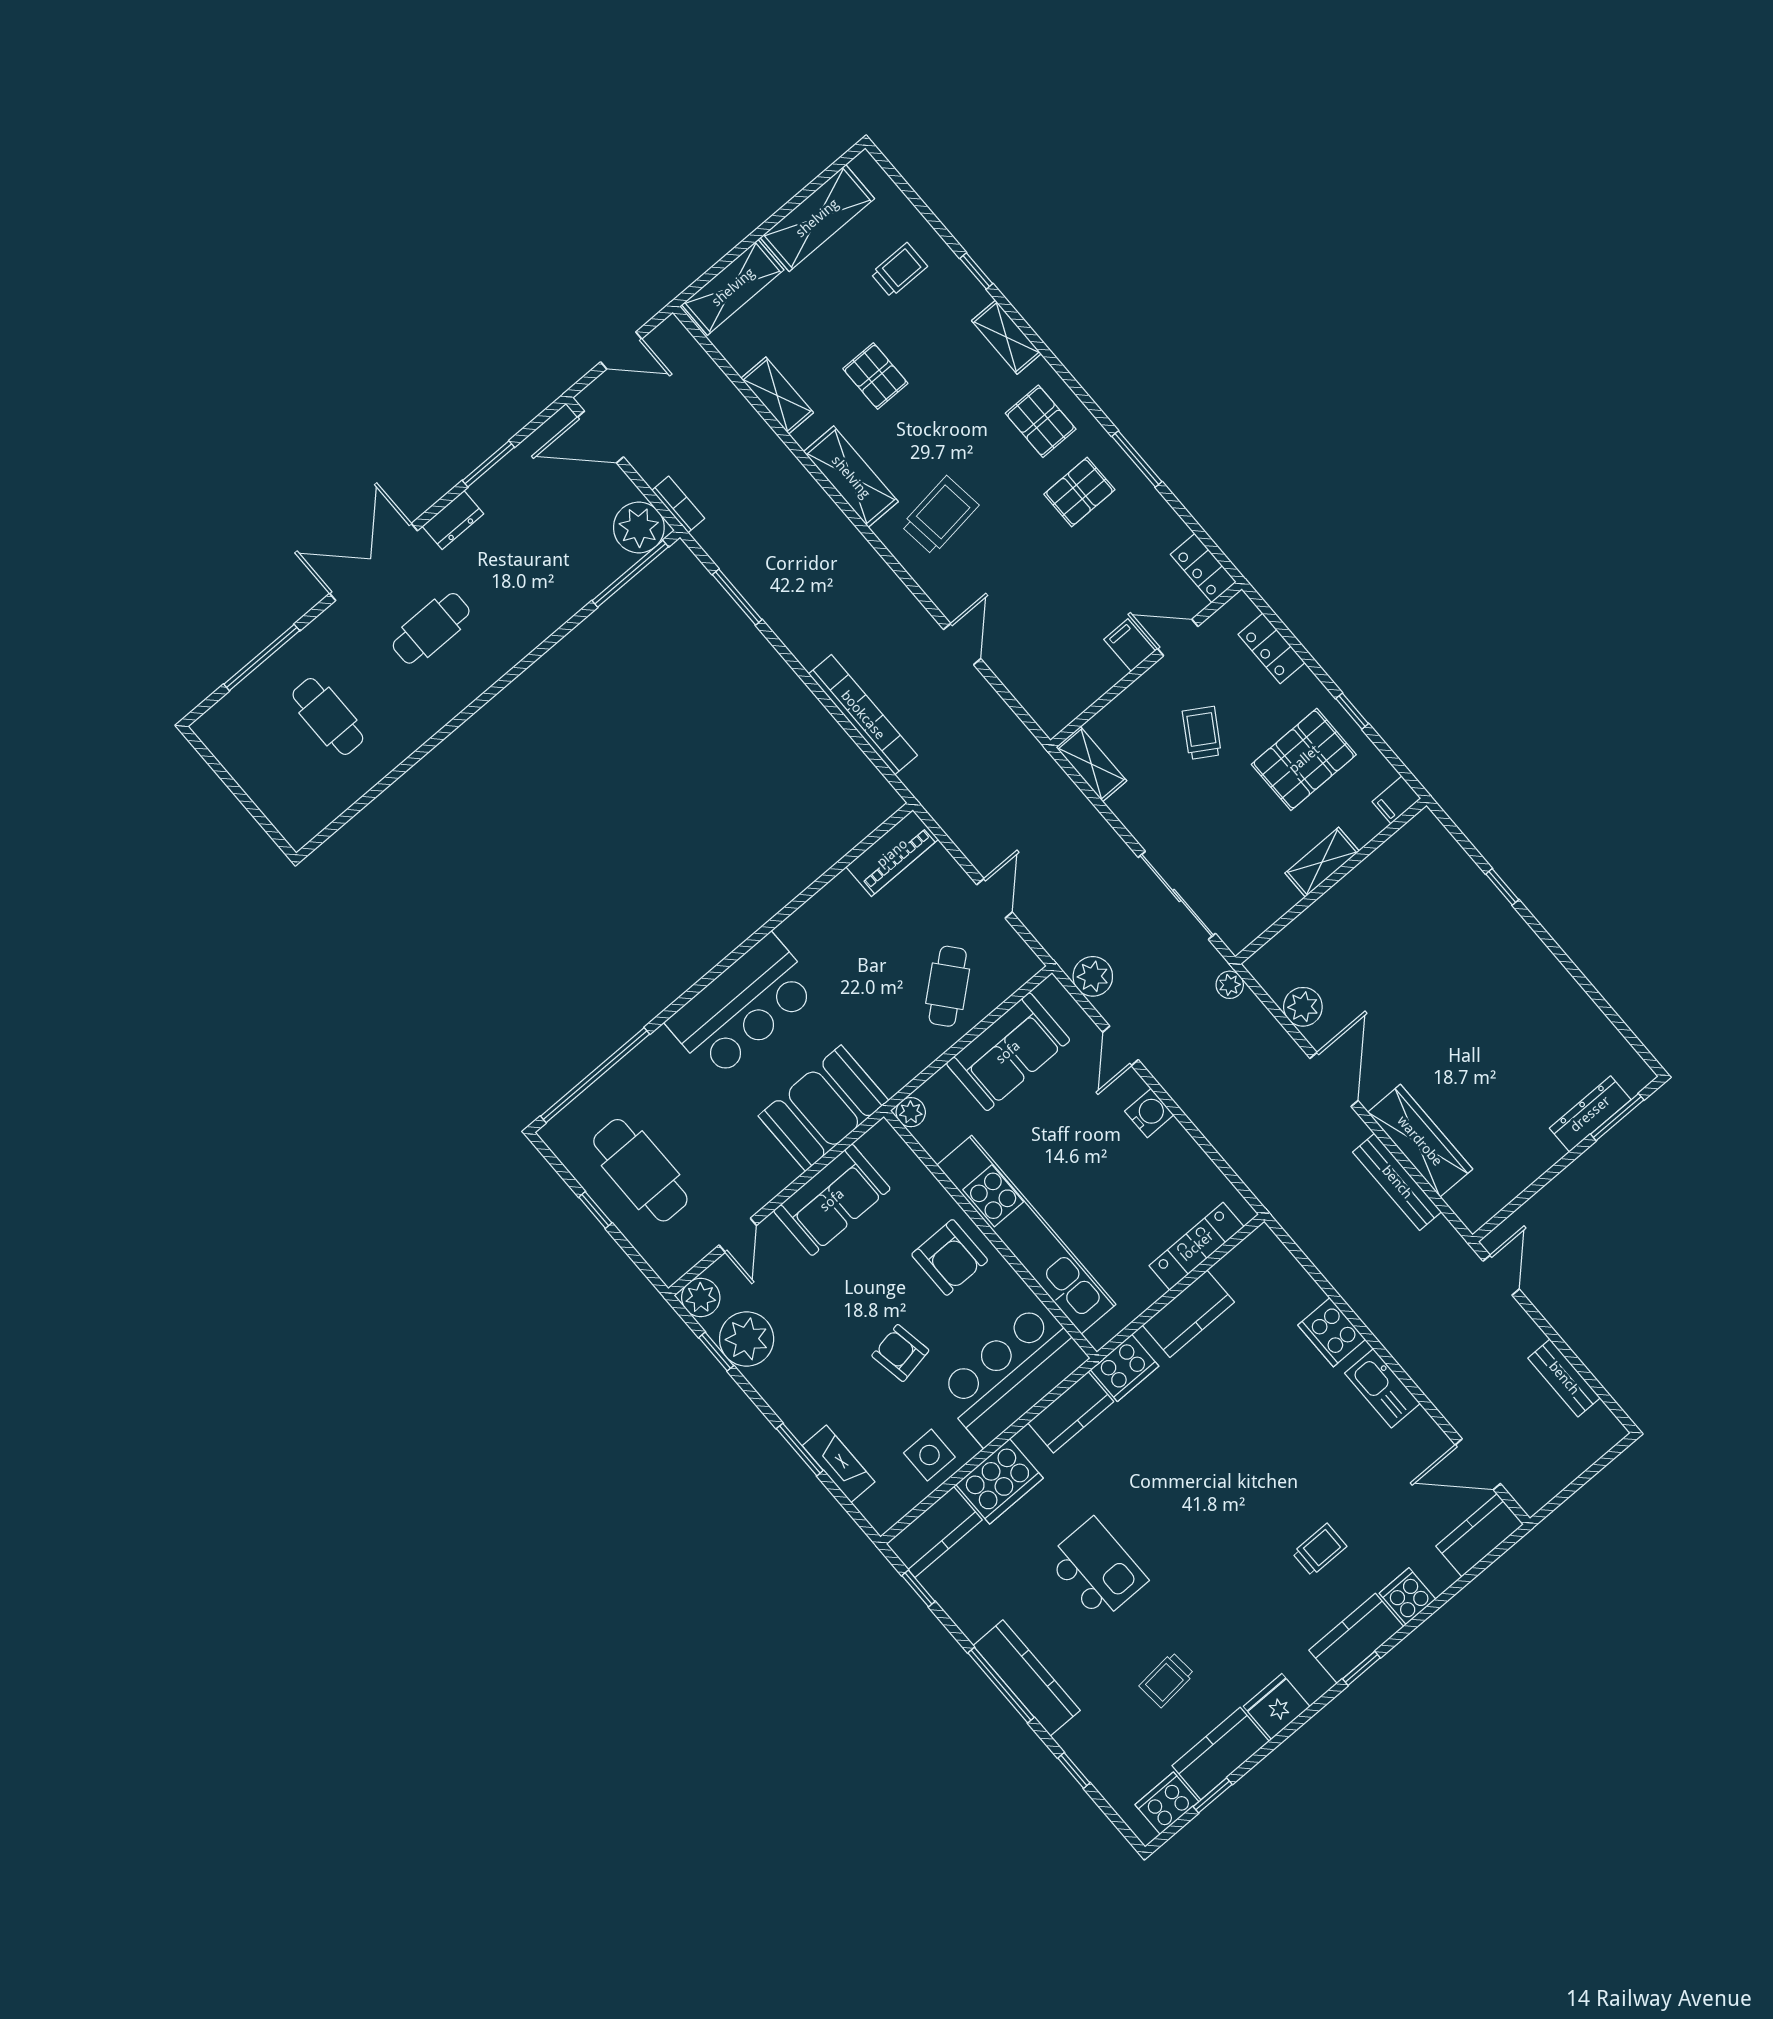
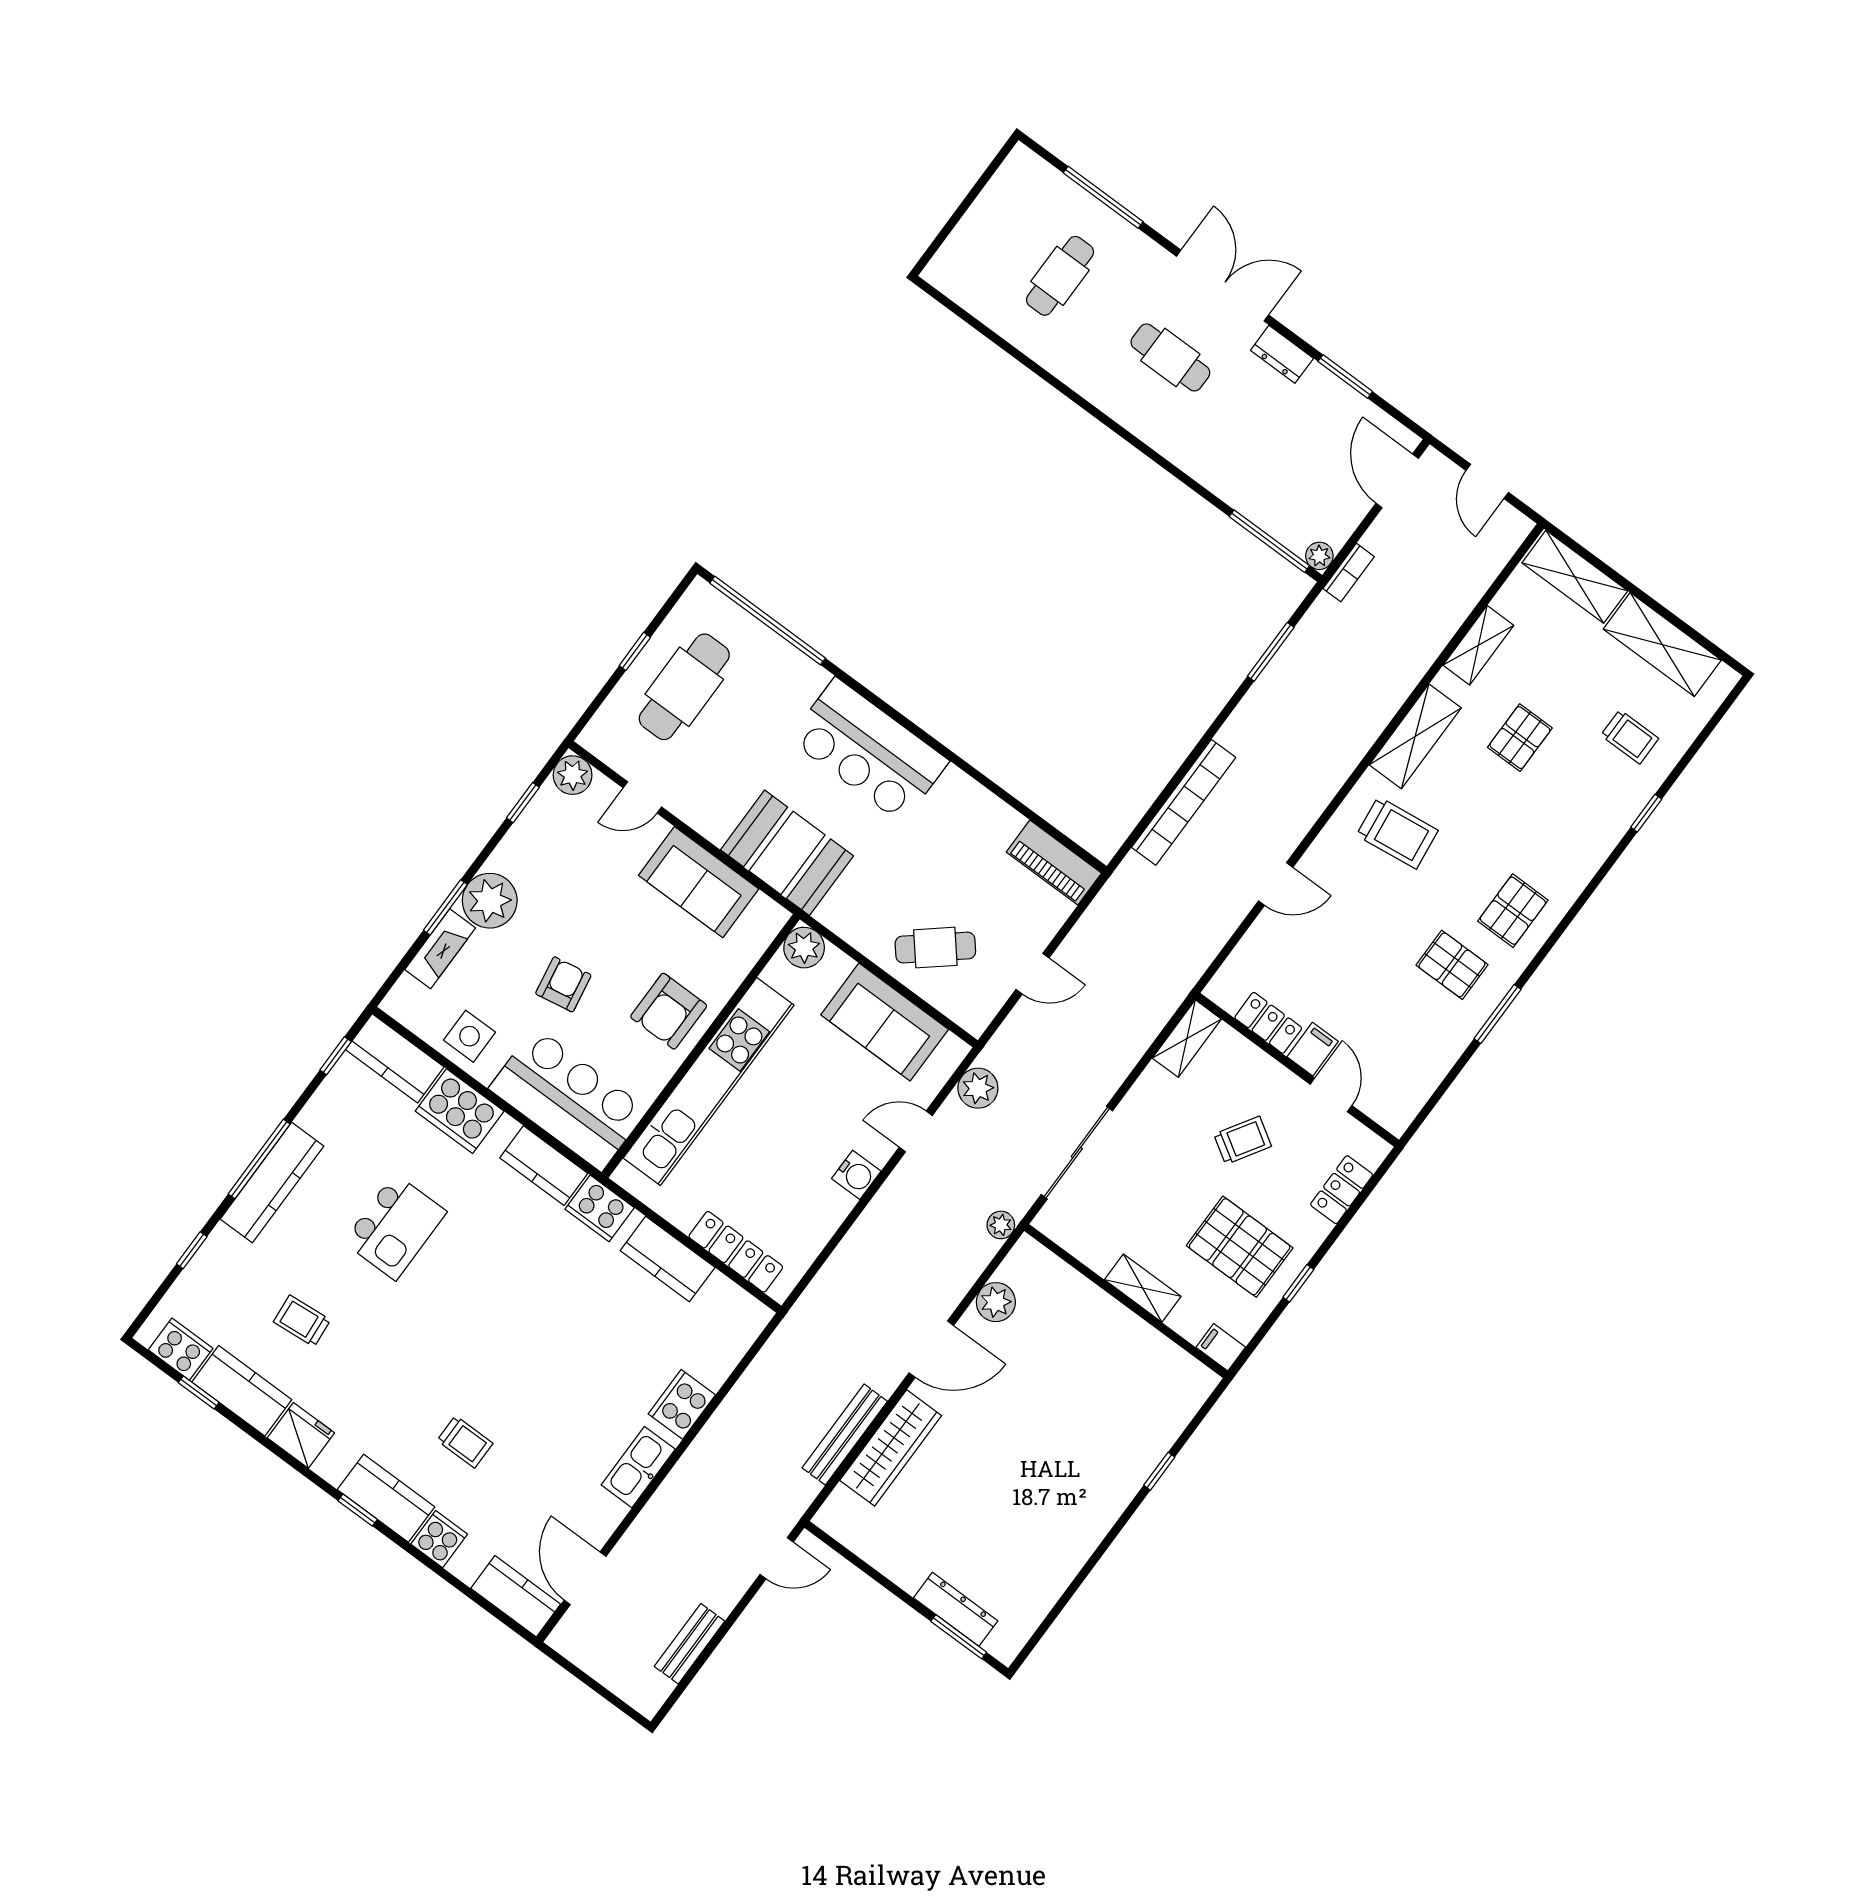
shelving: (1006, 337) -> (1588, 858), removed
plant: (639, 527) -> (1319, 556), width x0.53, depth x0.53
locker: (1203, 568) -> (1268, 1023), moved, turned 90
plant: (911, 1112) -> (804, 948), width x1.38, depth x1.38
plant: (747, 1339) -> (490, 901), moved

